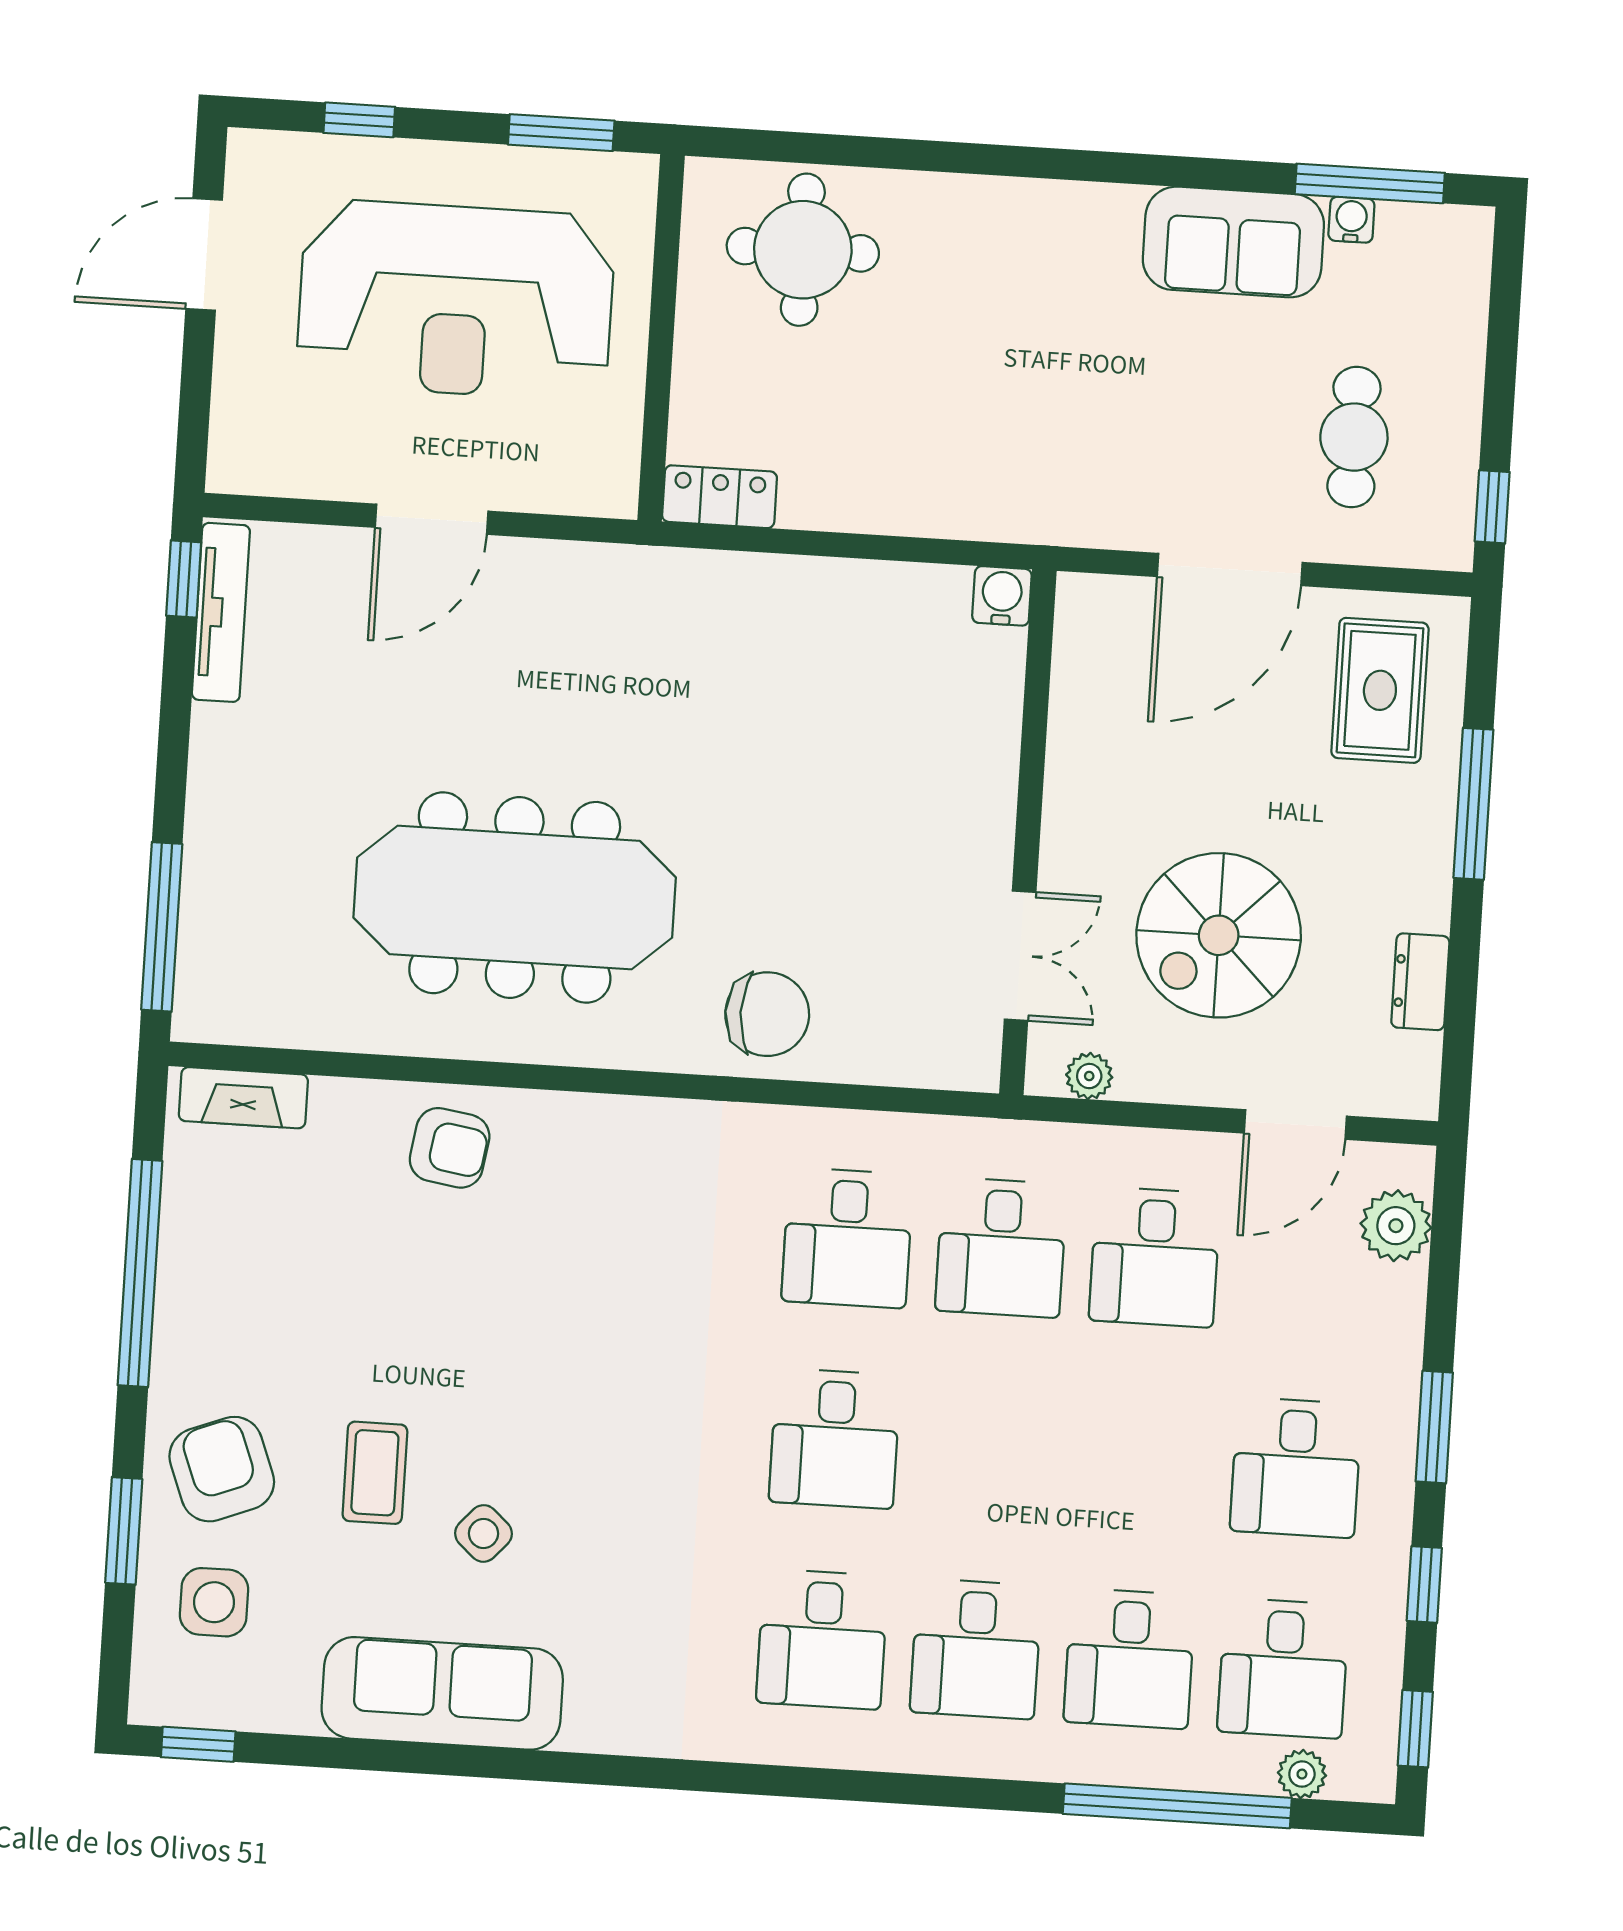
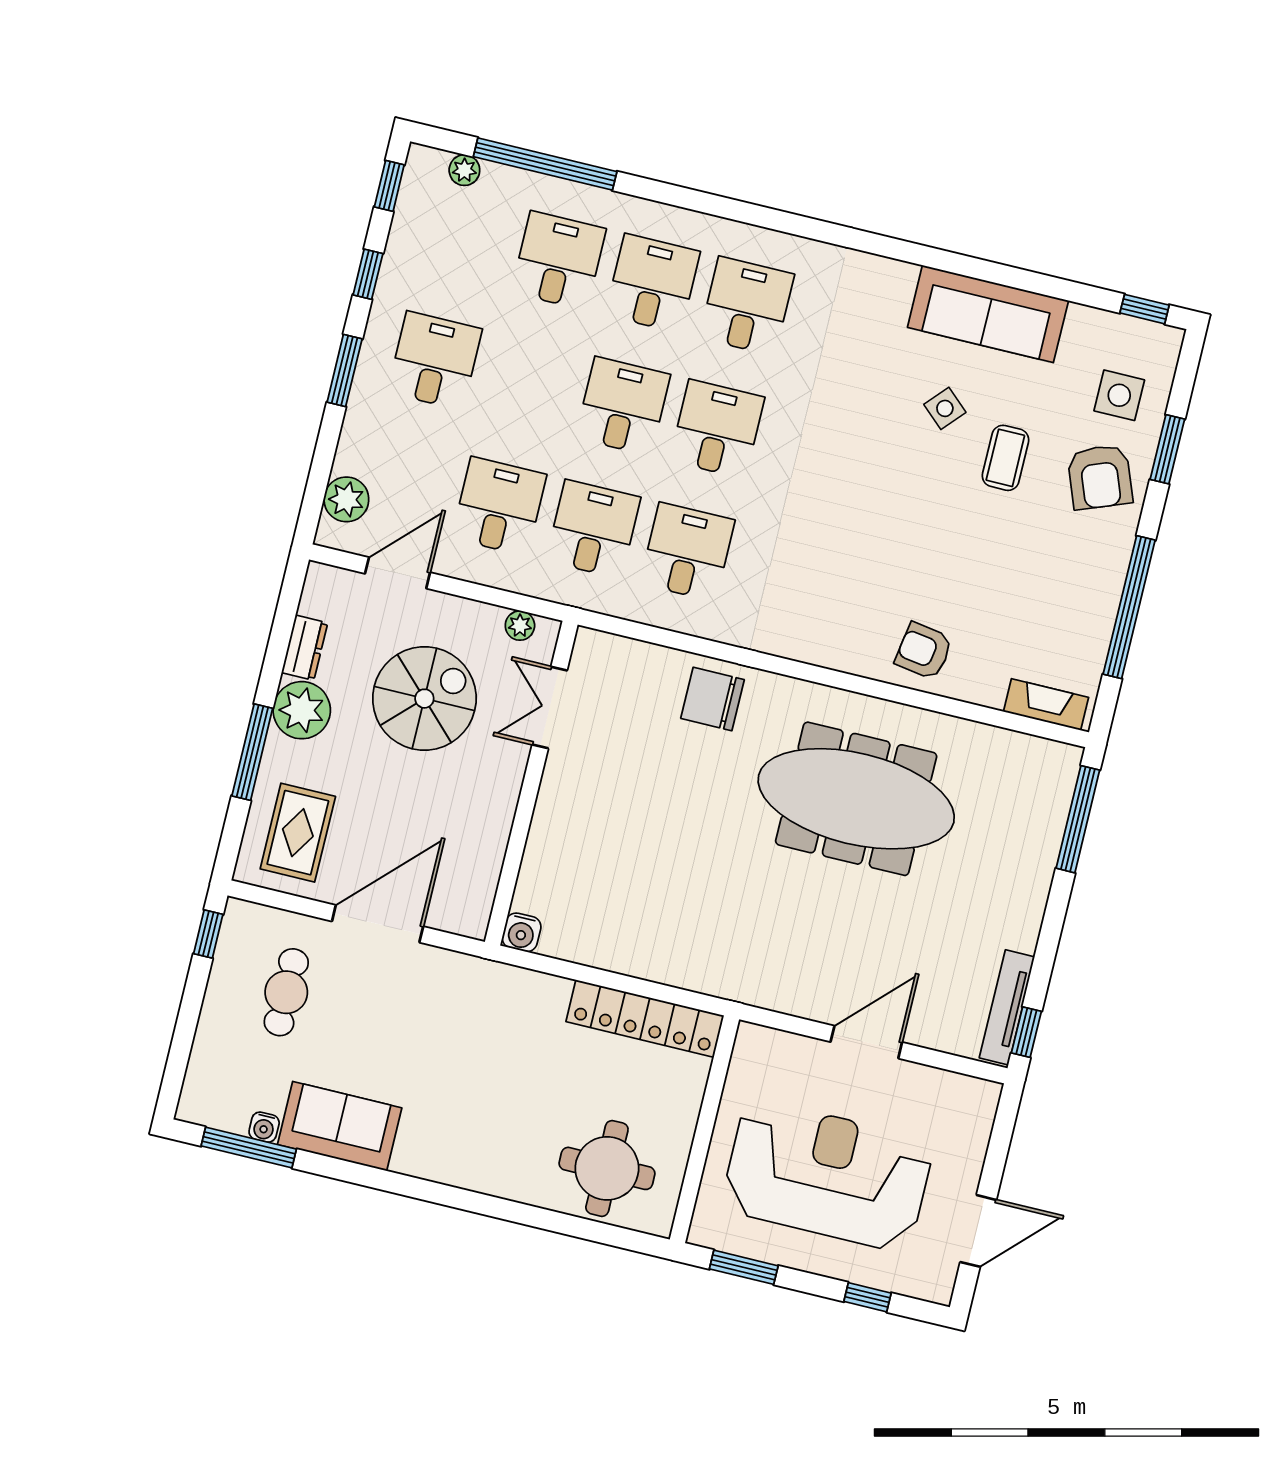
locker: (720, 497) -> (645, 1019), width x2.16, depth x1.21
plant: (1408, 883) -> (302, 710), added
desk: (1283, 1668) -> (623, 406), moved

